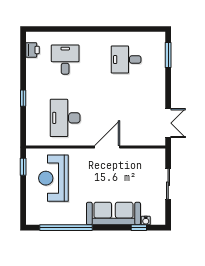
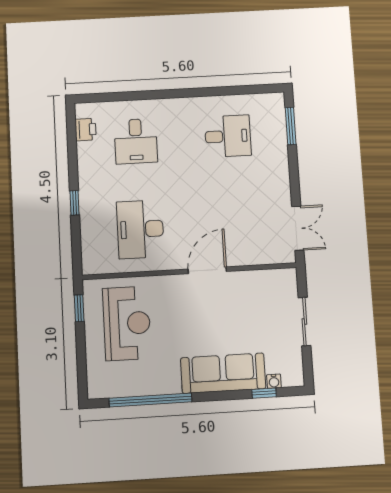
desk: (65, 60) -> (136, 141), turned 180
desk: (126, 60) -> (228, 136), turned 180
reception desk: (53, 178) -> (127, 323), turned 180

